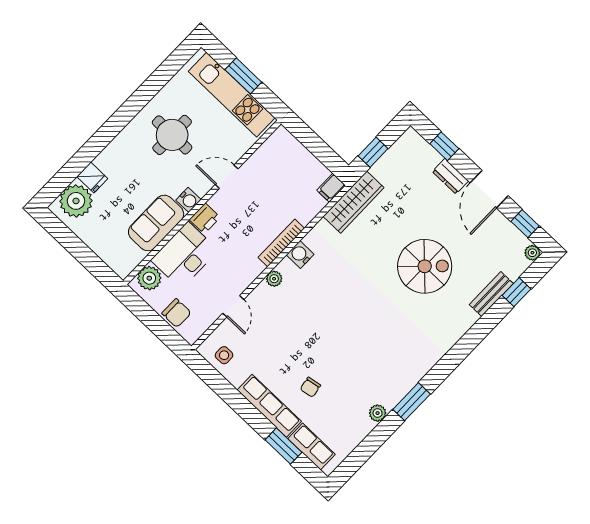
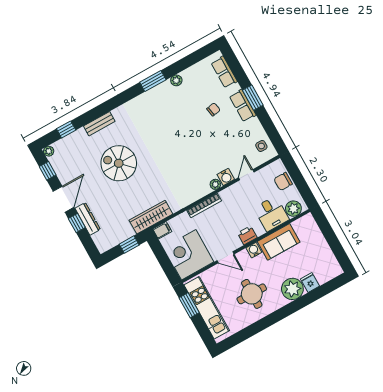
window: (243, 76) -> (189, 305), moved
window: (444, 146) -> (77, 223), moved
corner desk: (282, 164) -> (189, 255), added
dresser: (450, 176) -> (88, 219), width x1.44
plant: (76, 201) -> (292, 289), moved
desk: (184, 255) -> (271, 214), width x0.73
water cooler: (300, 255) -> (226, 177), moved
bench: (491, 294) -> (99, 124), moved
chair: (177, 313) -> (283, 181), turned -90
row of seats: (269, 406) -> (243, 106), width x0.68
window: (283, 446) -> (253, 98), moved

